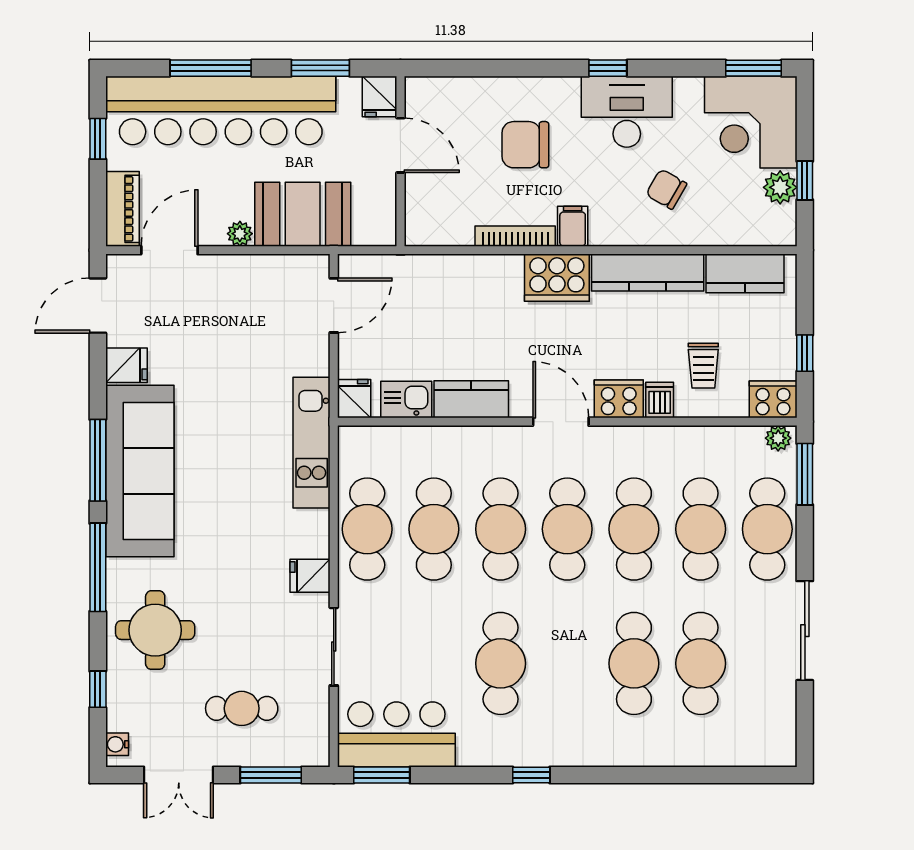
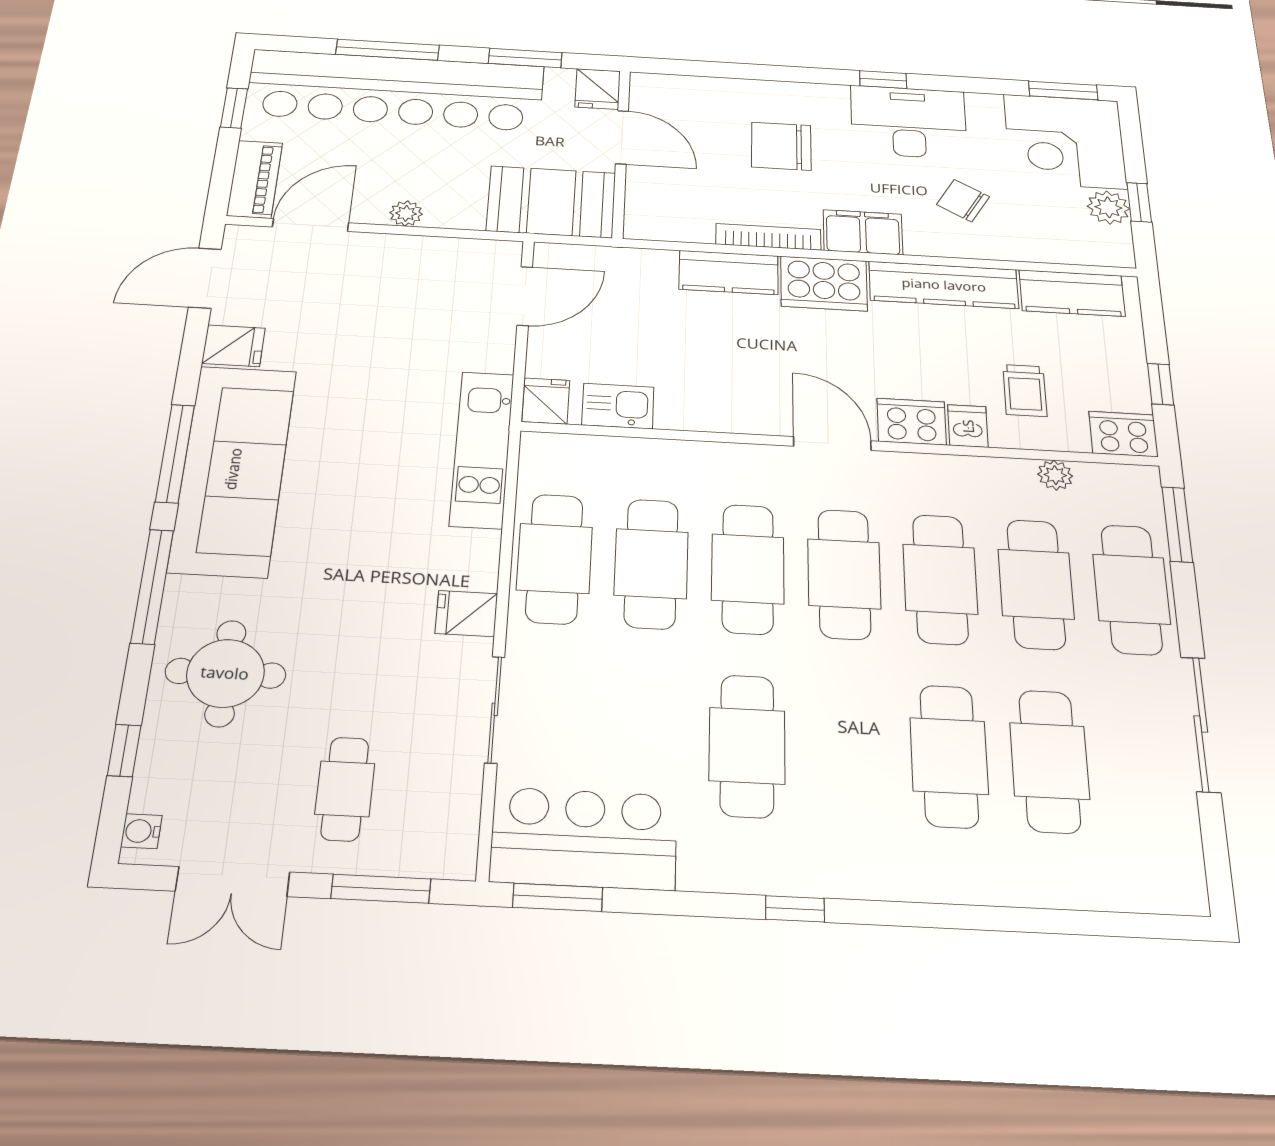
booth: (303, 214) -> (551, 202), moved
filing cabinet: (573, 226) -> (863, 232), width x2.00
kitchen counter: (471, 399) -> (729, 272), moved, turned 180
plant: (778, 438) -> (1055, 475), moved
cafe table: (242, 708) -> (345, 789), turned 90

